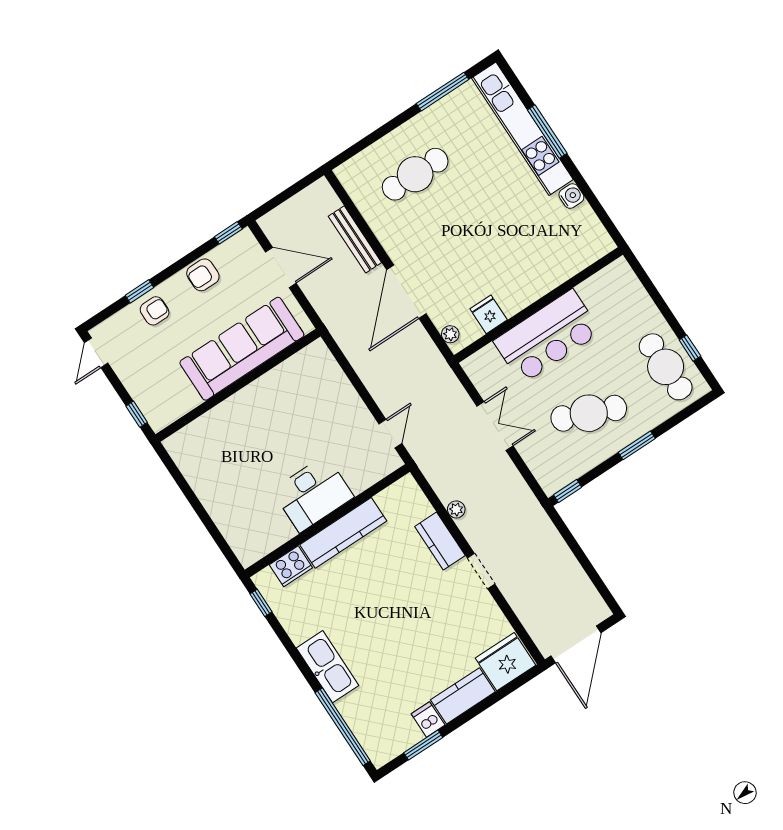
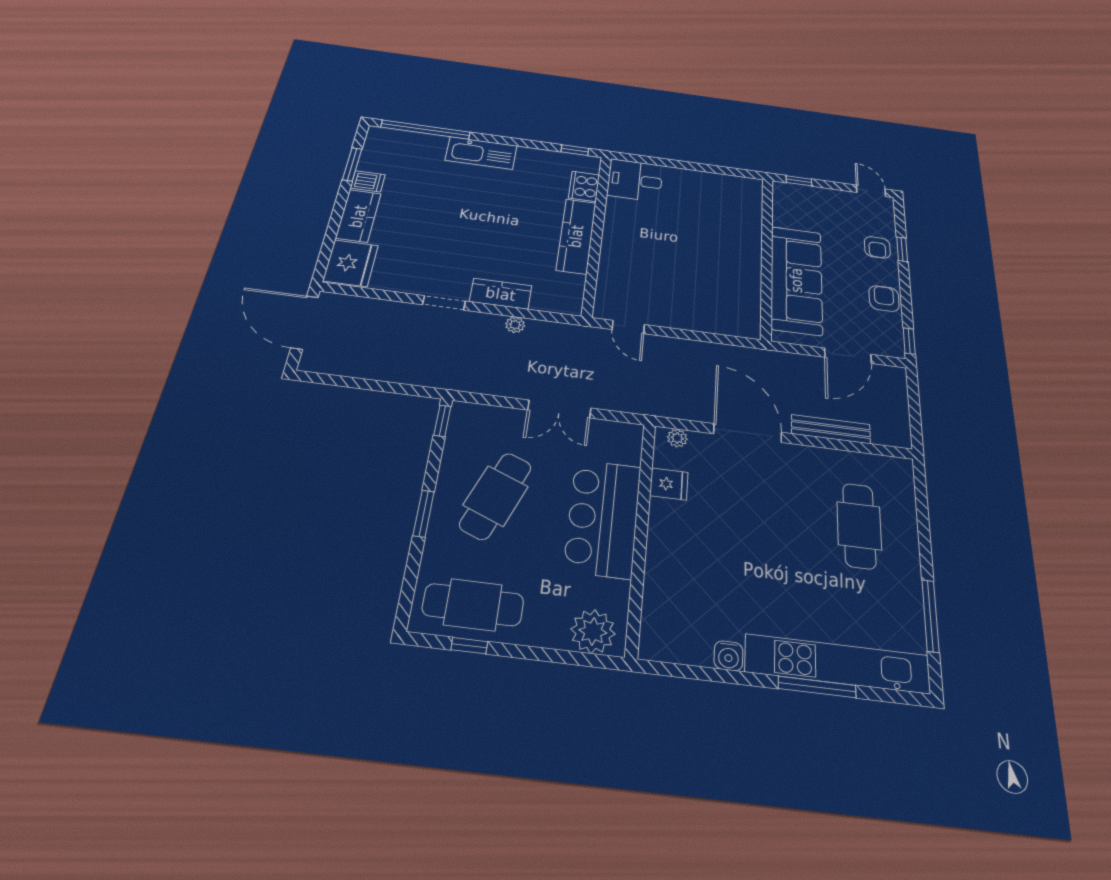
plant: (623, 285) -> (593, 631), added
desk: (313, 494) -> (635, 180), moved, width x0.73

